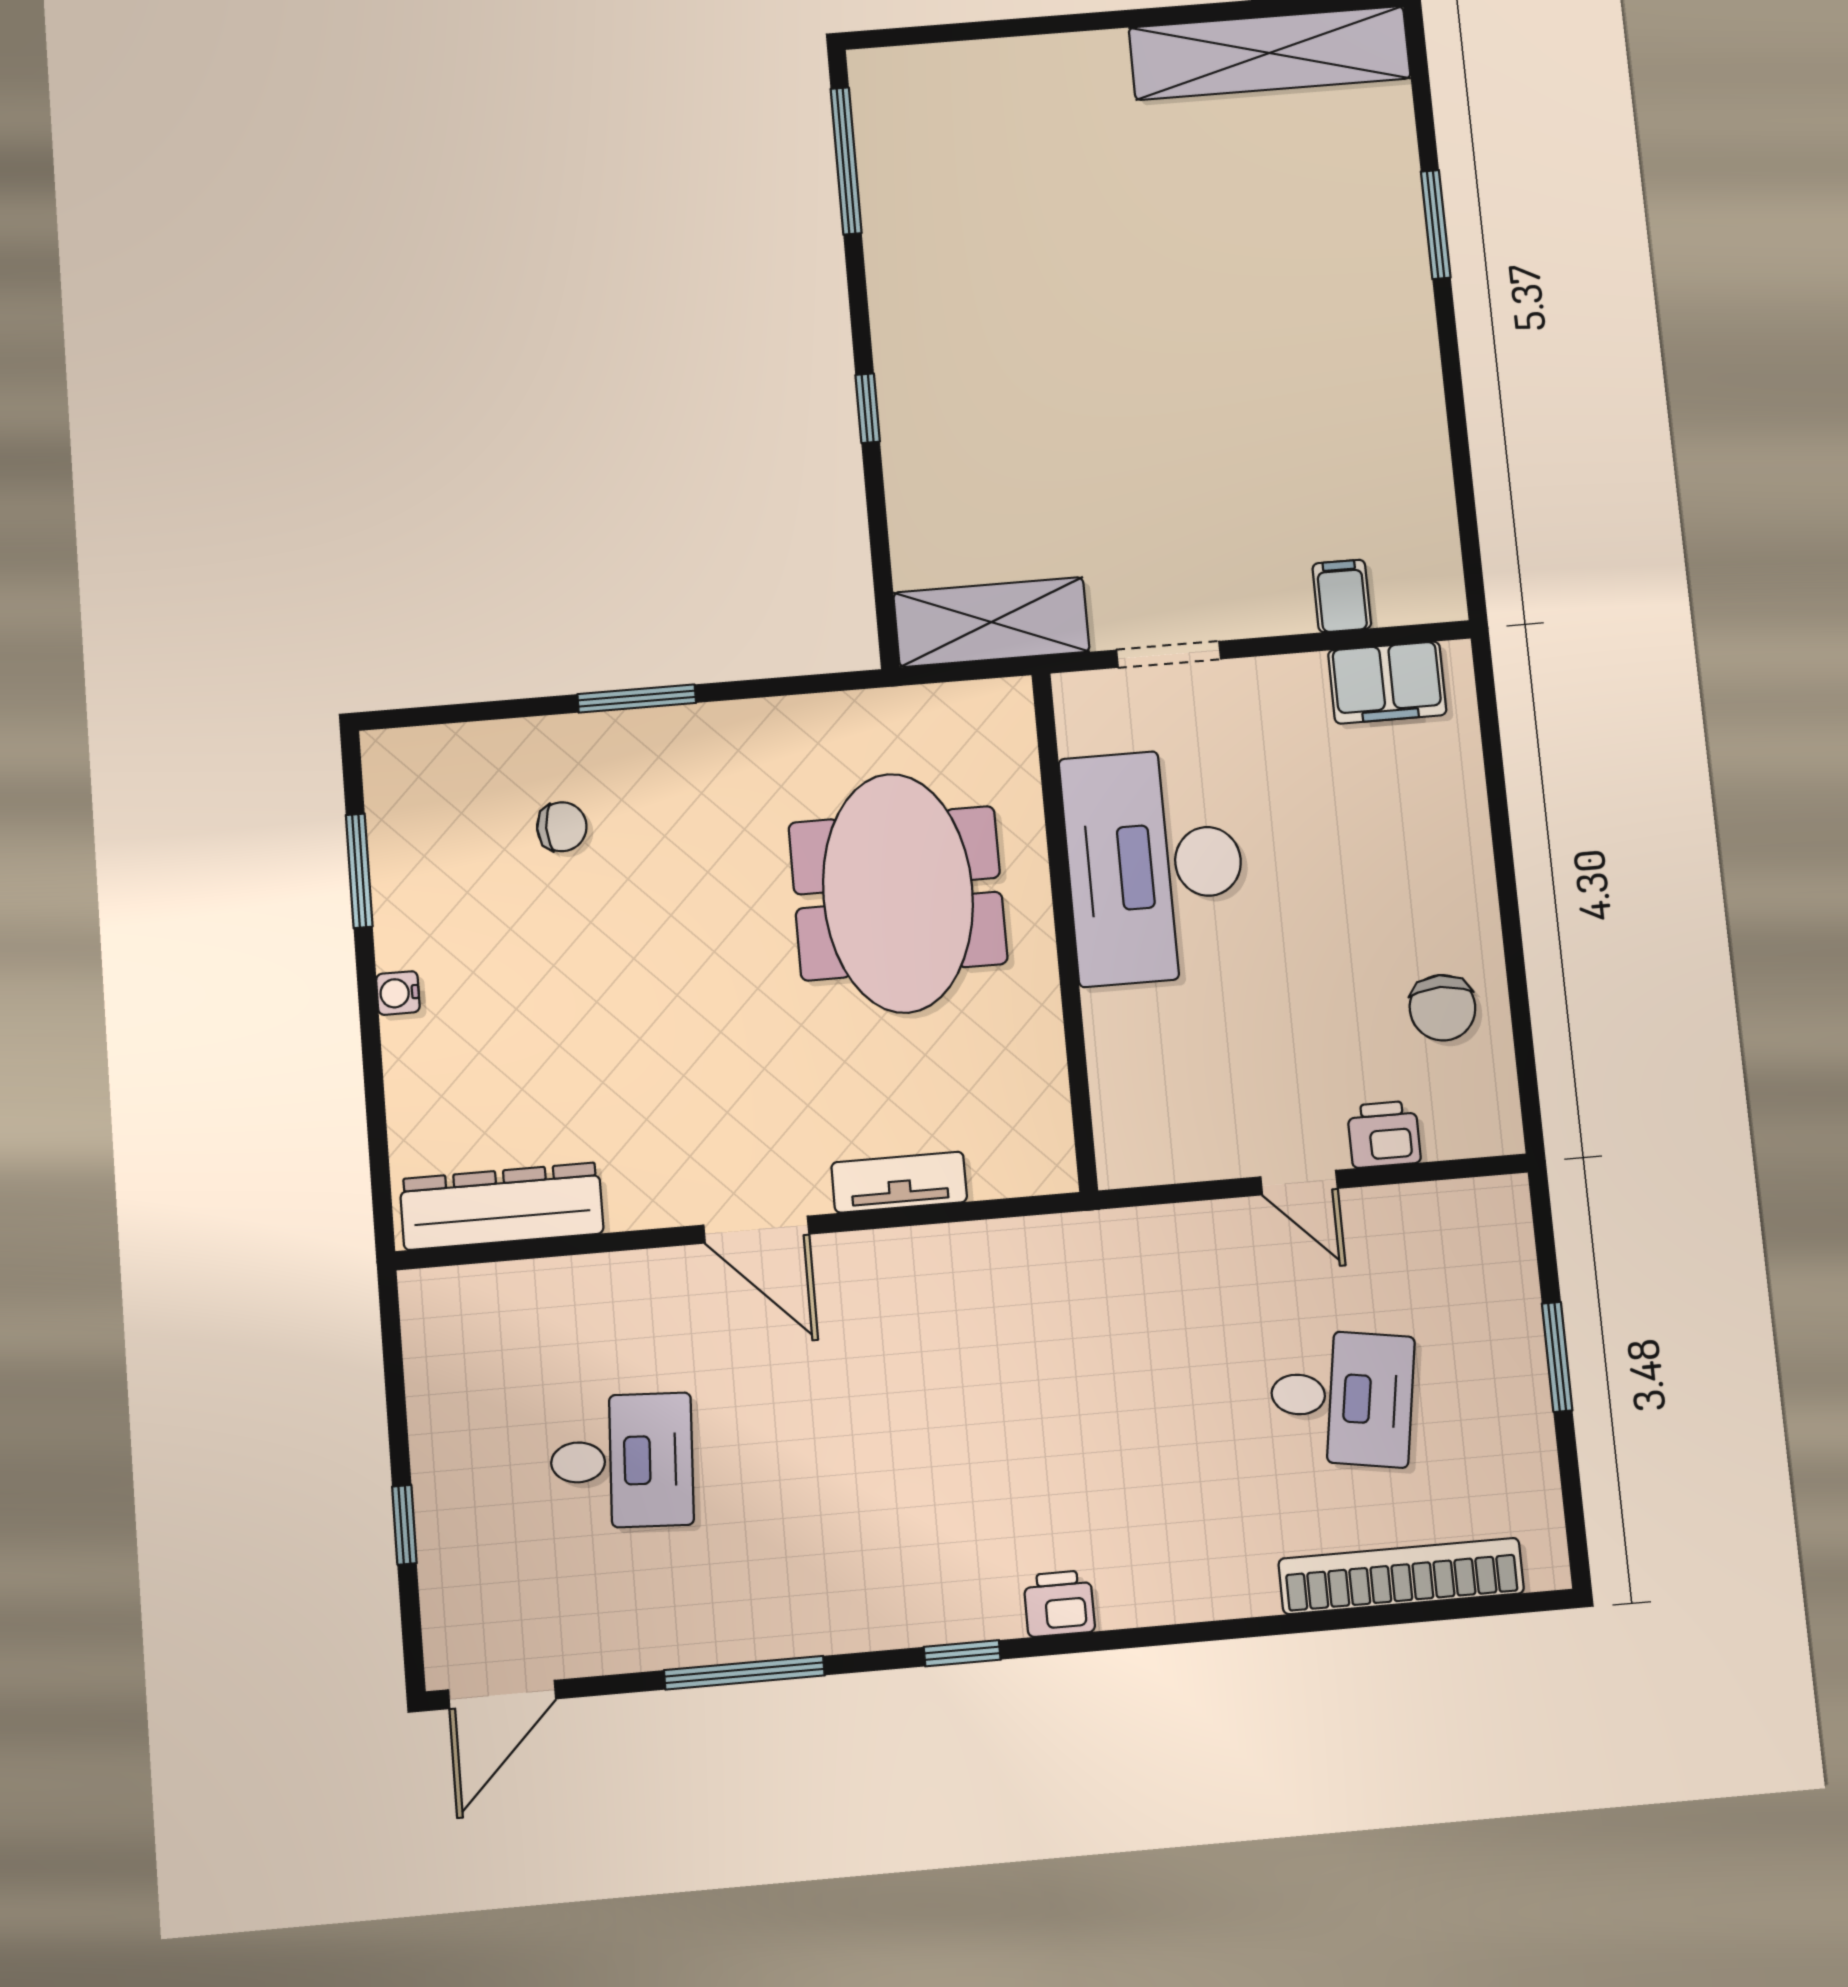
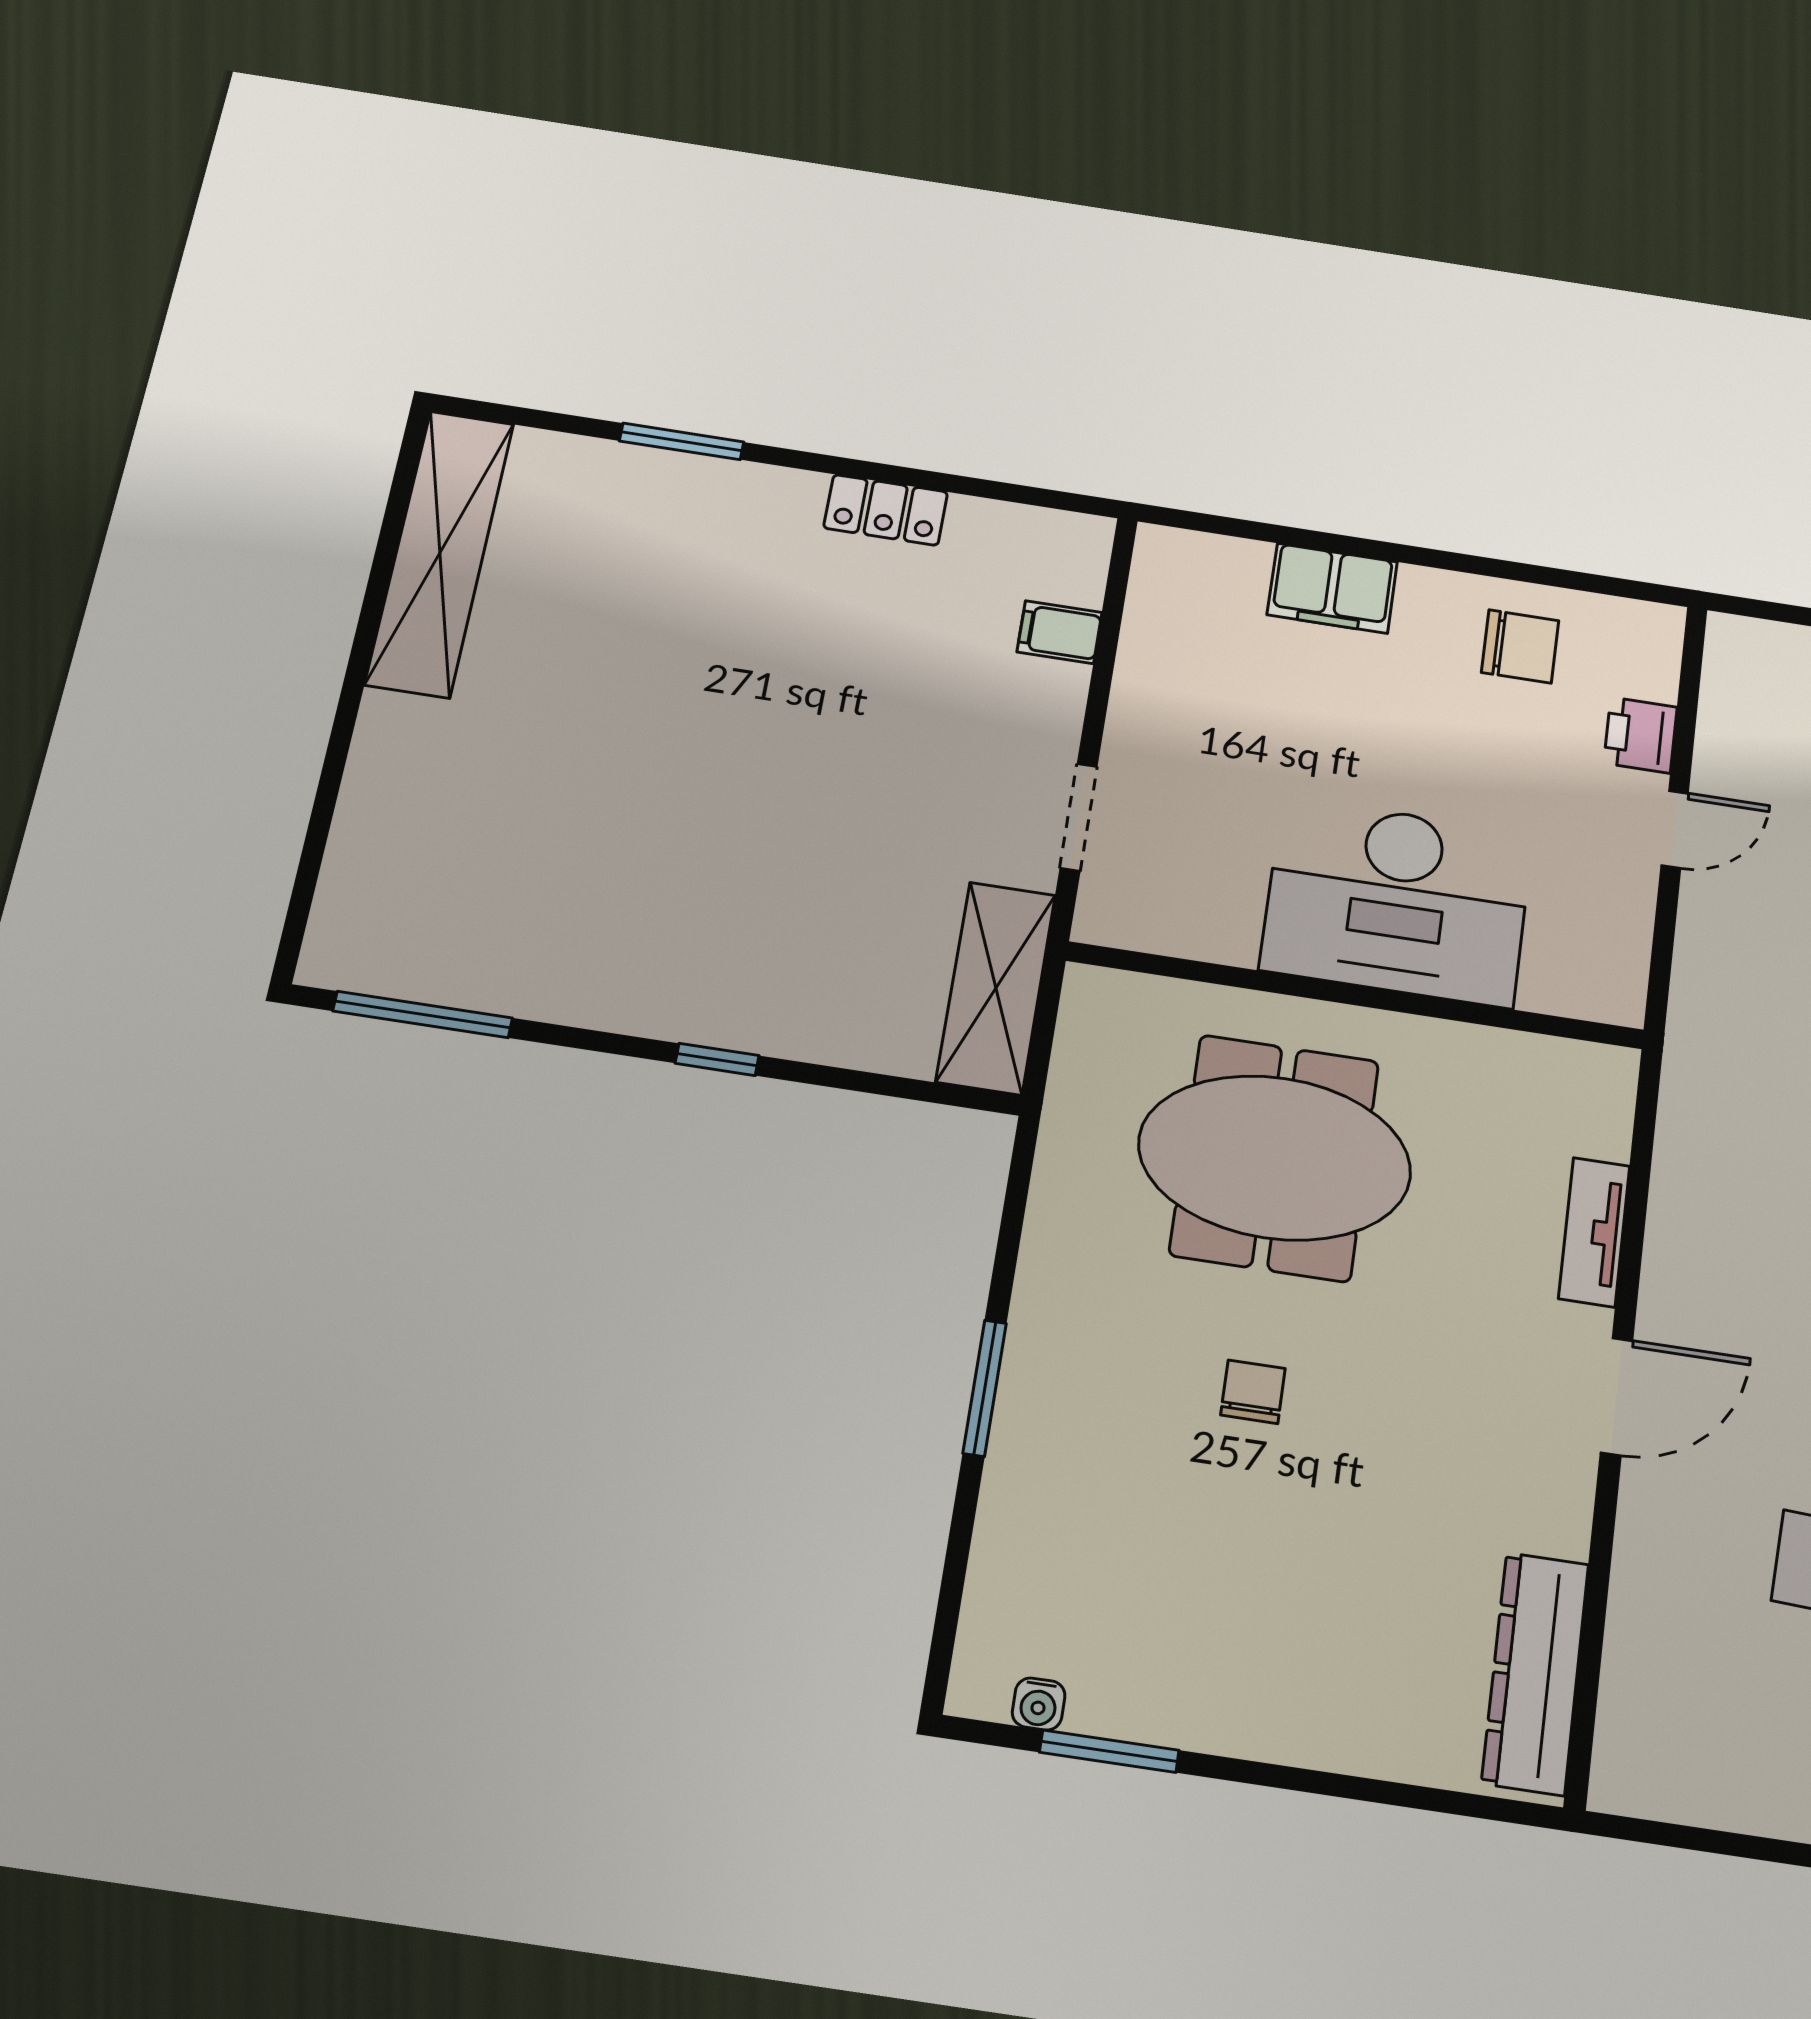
locker: (1419, 416) -> (886, 510), added
filing cabinet: (1387, 683) -> (1332, 588), moved, turned 90
chair: (562, 827) -> (1253, 1392), moved
desk: (1155, 866) -> (1397, 902), moved
water cooler: (398, 993) -> (1039, 1704), moved

